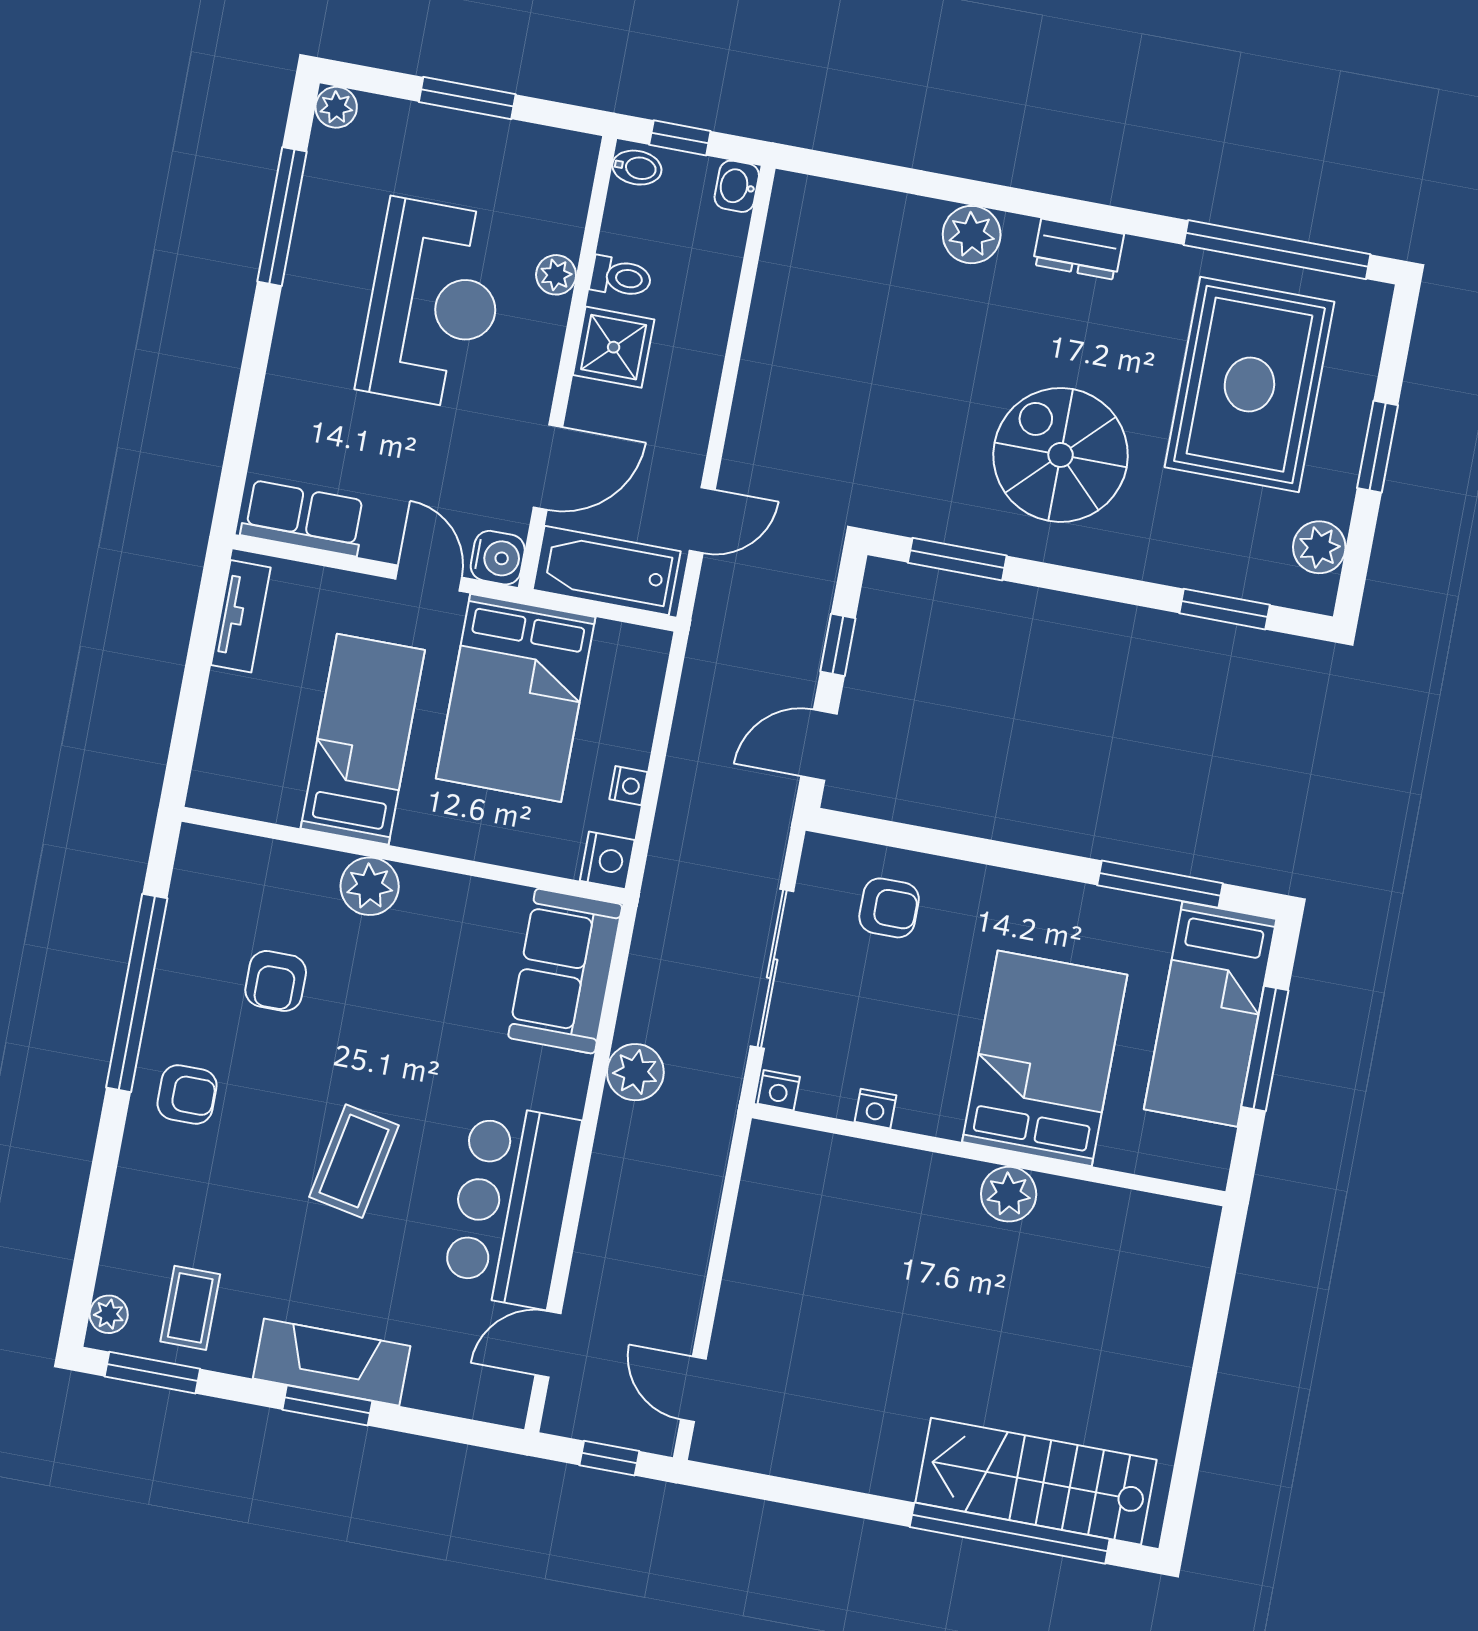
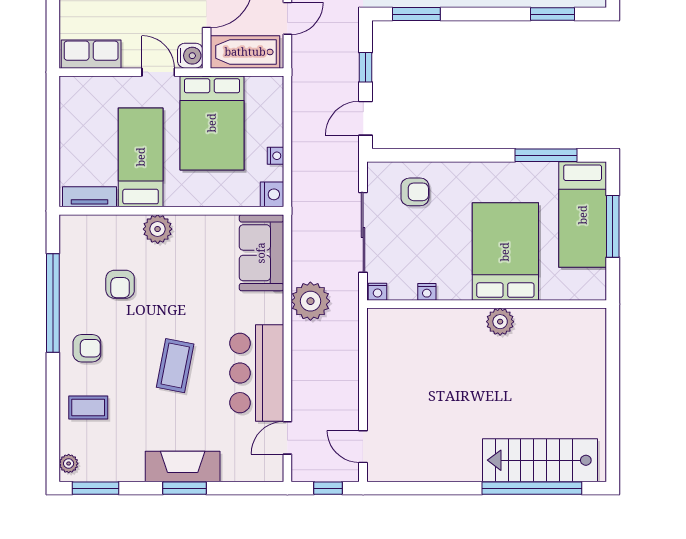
tv unit: (241, 616) -> (89, 197), moved, turned -90
plant: (635, 1072) -> (310, 301), width x1.36, depth x1.36
coffee table: (190, 1308) -> (88, 408), moved, turned 90

